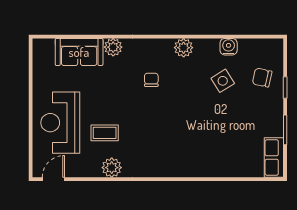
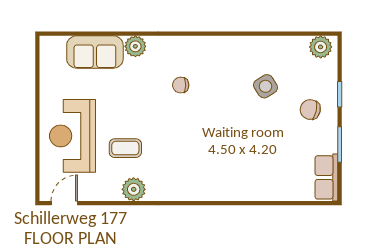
water cooler: (229, 47) -> (272, 46), removed
plant: (184, 48) -> (321, 47), moved
chair: (262, 78) -> (310, 110), moved
chair: (151, 80) -> (181, 85), turned -90

